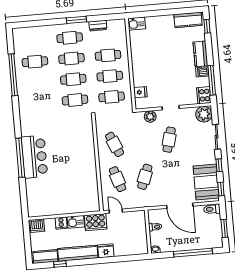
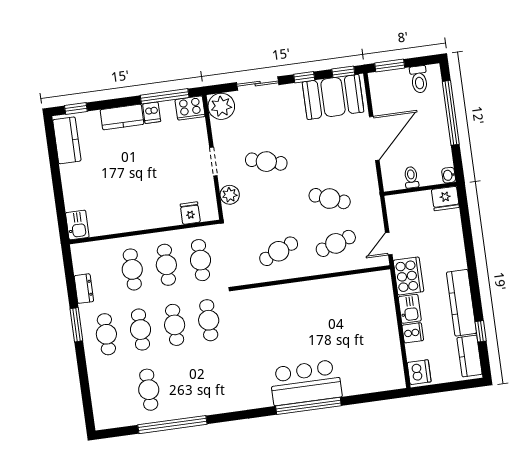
toilet: (212, 209) -> (419, 79), moved
window: (224, 228) -> (390, 65), moved
fridge: (106, 251) -> (445, 199), moved, turned -90

